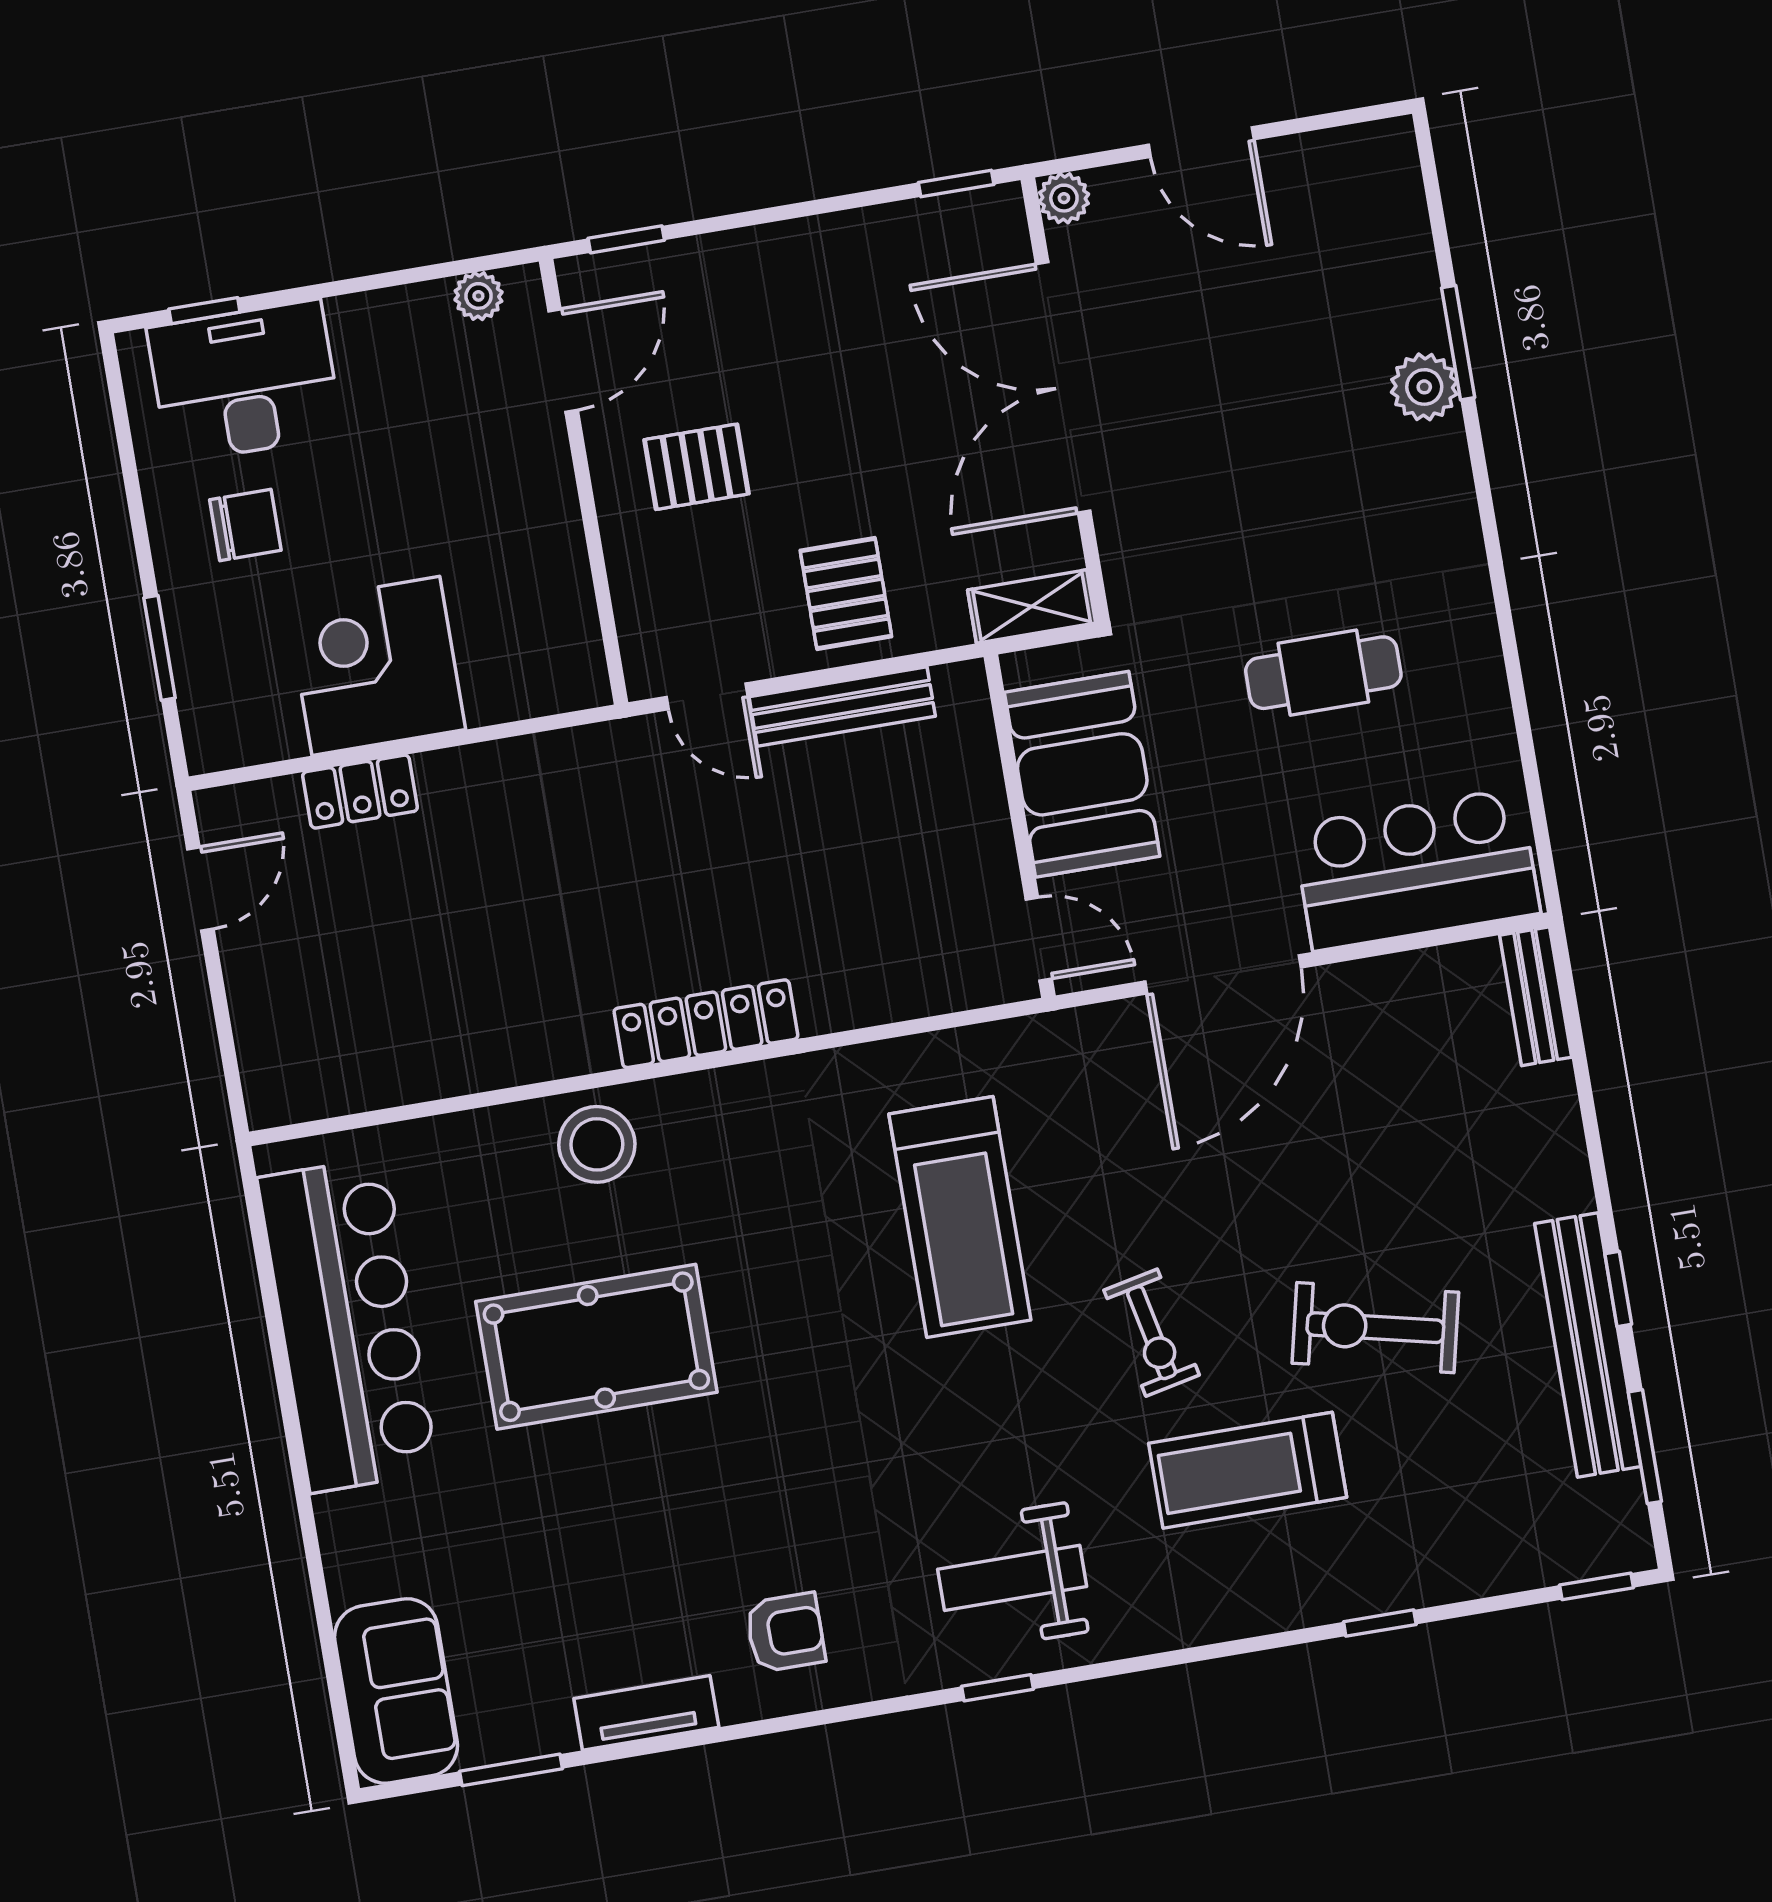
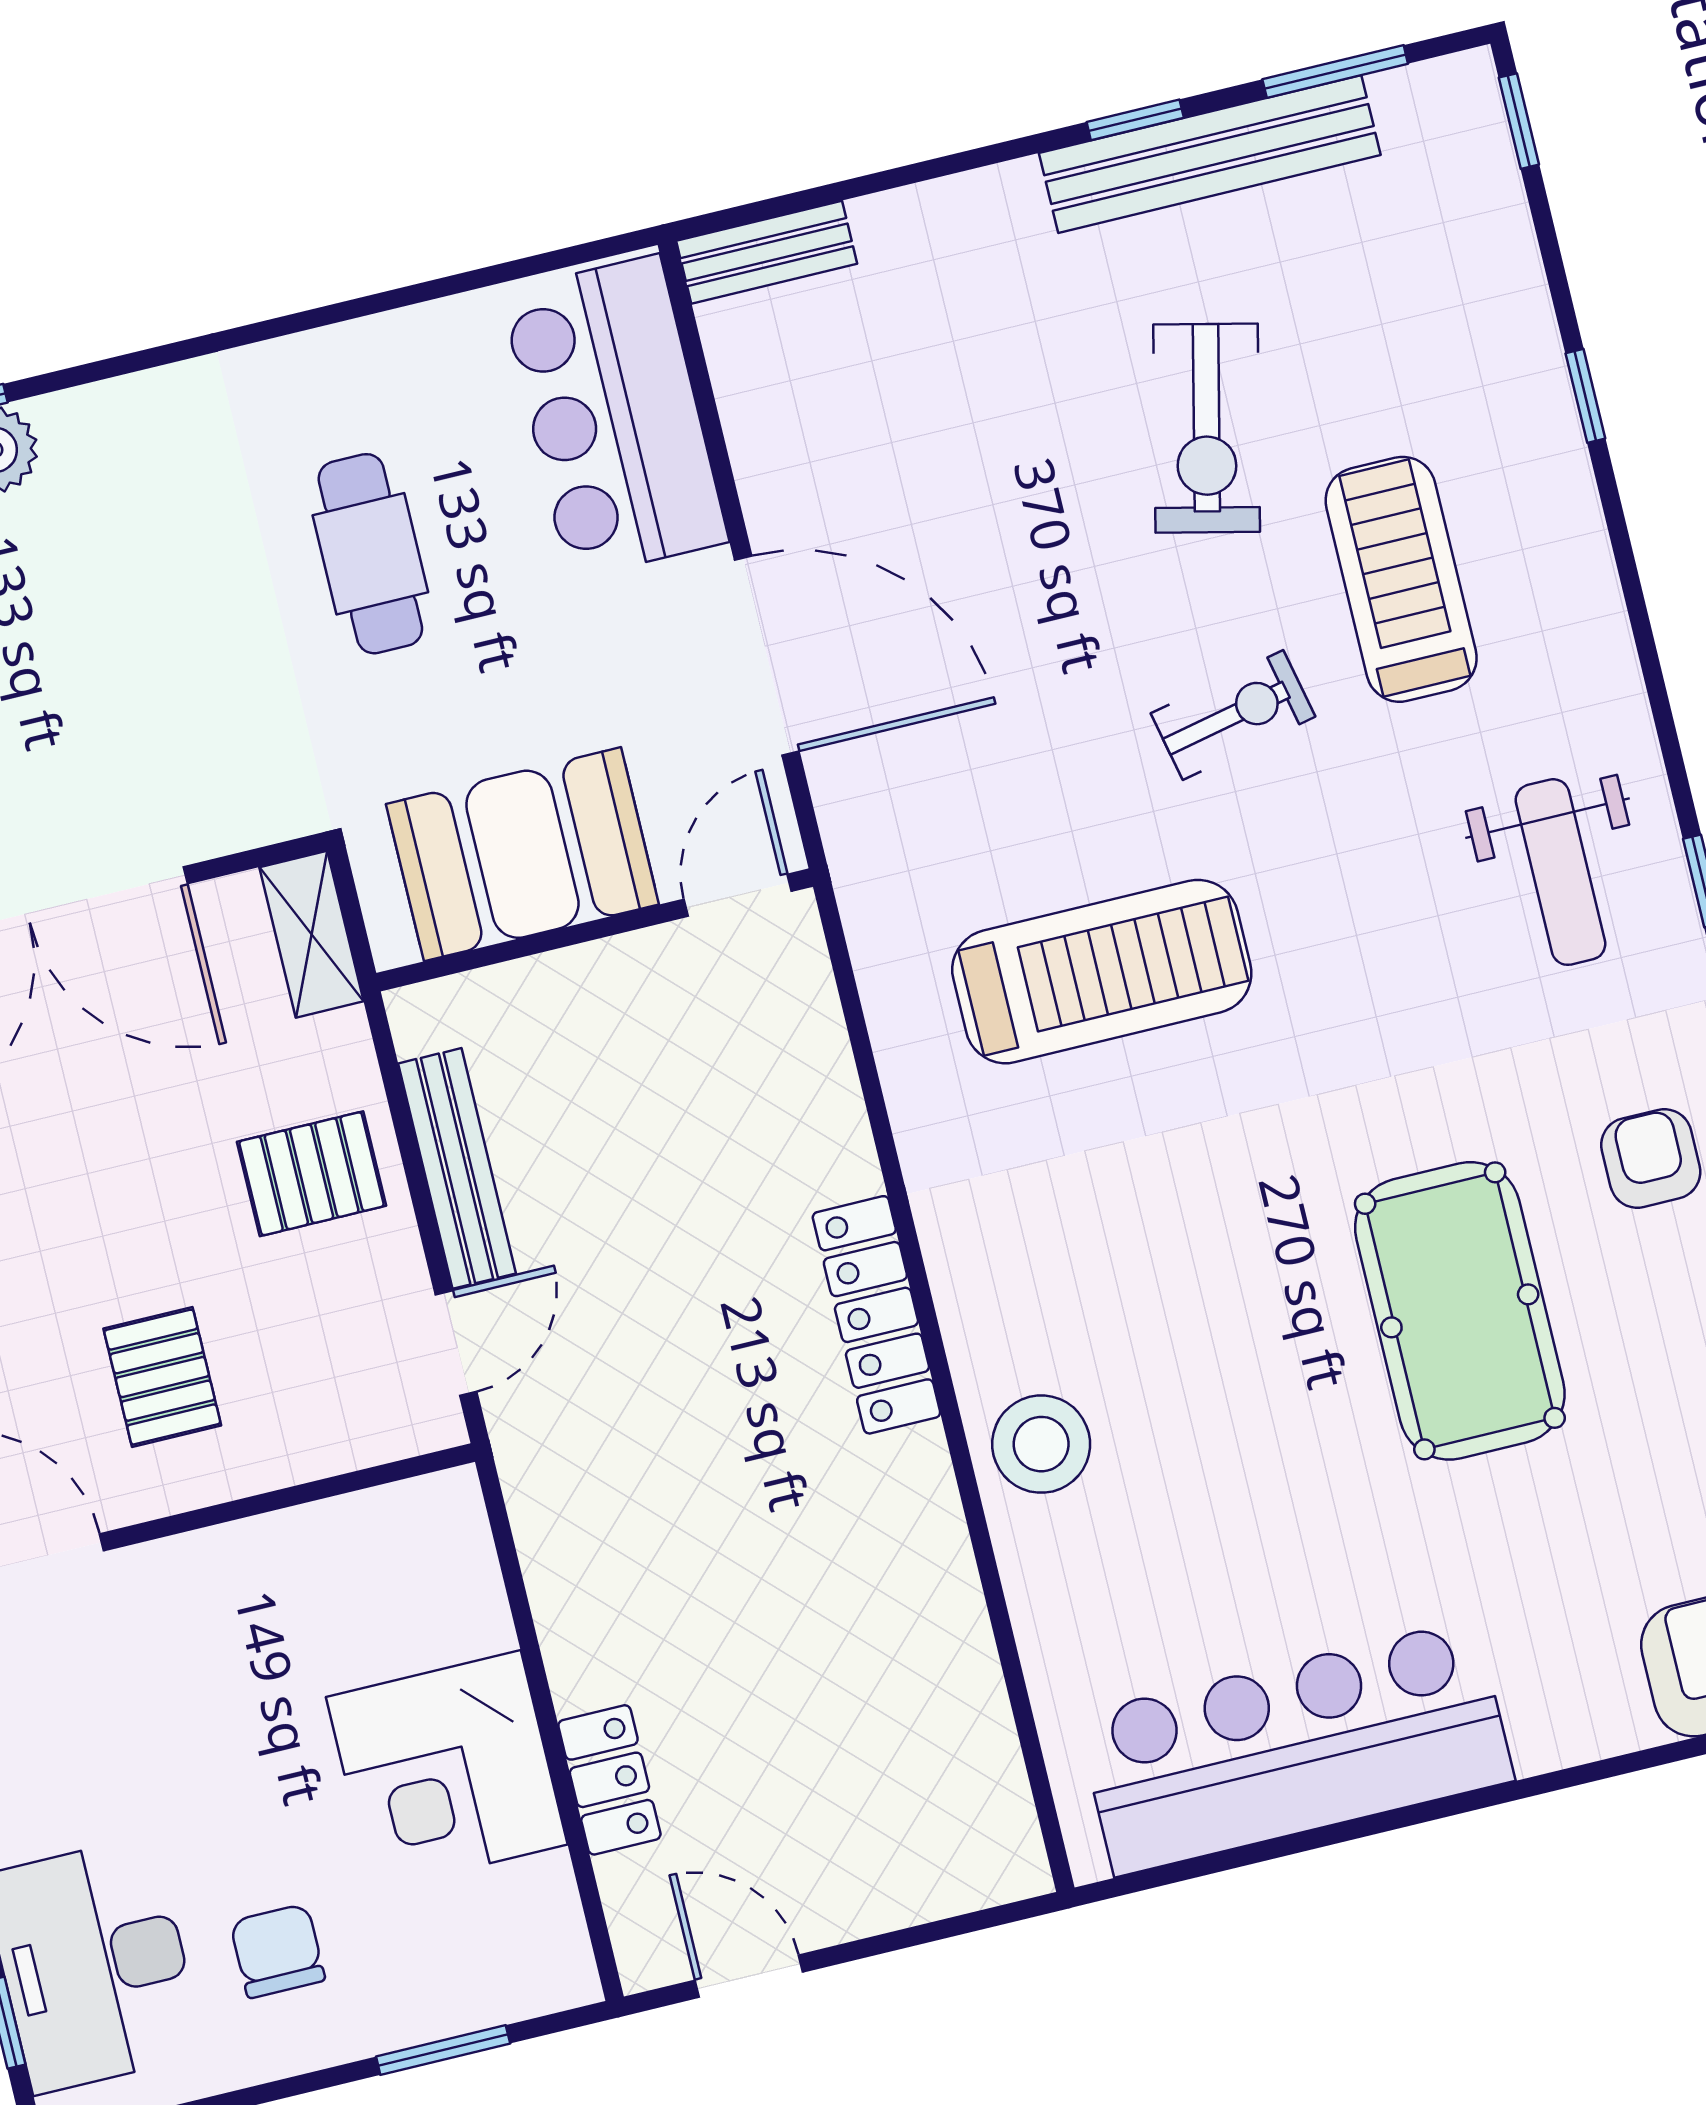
pool table: (596, 1347) -> (1460, 1311), moved
treadmill: (1248, 1470) -> (1401, 579), turned 180

